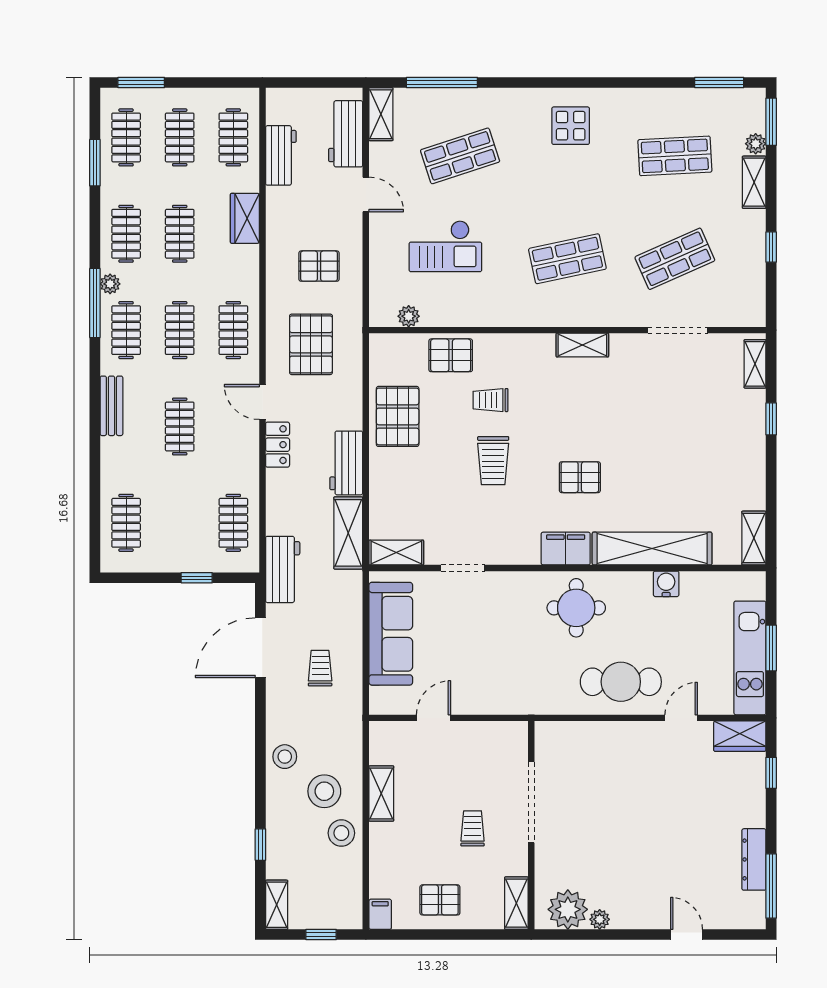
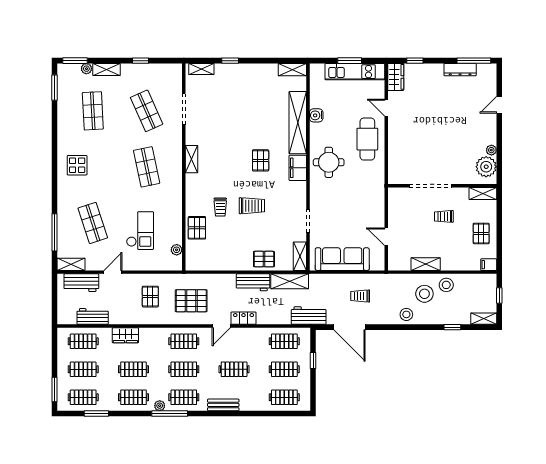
pallet: (398, 416) -> (264, 259), moved, width x0.67, depth x0.71
clothes rail: (180, 523) -> (284, 369), added

